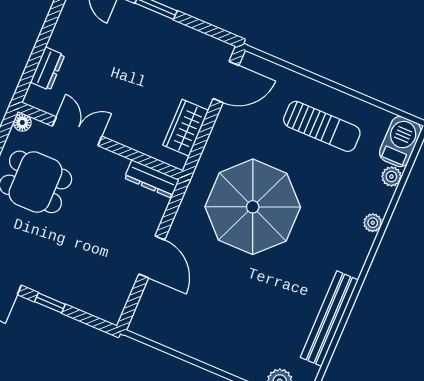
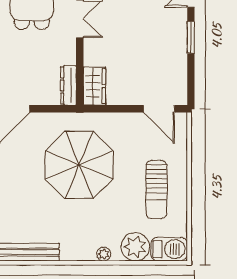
wardrobe: (186, 128) -> (94, 86), moved, turned 90
plant: (391, 176) -> (135, 247), width x1.88, depth x1.88

